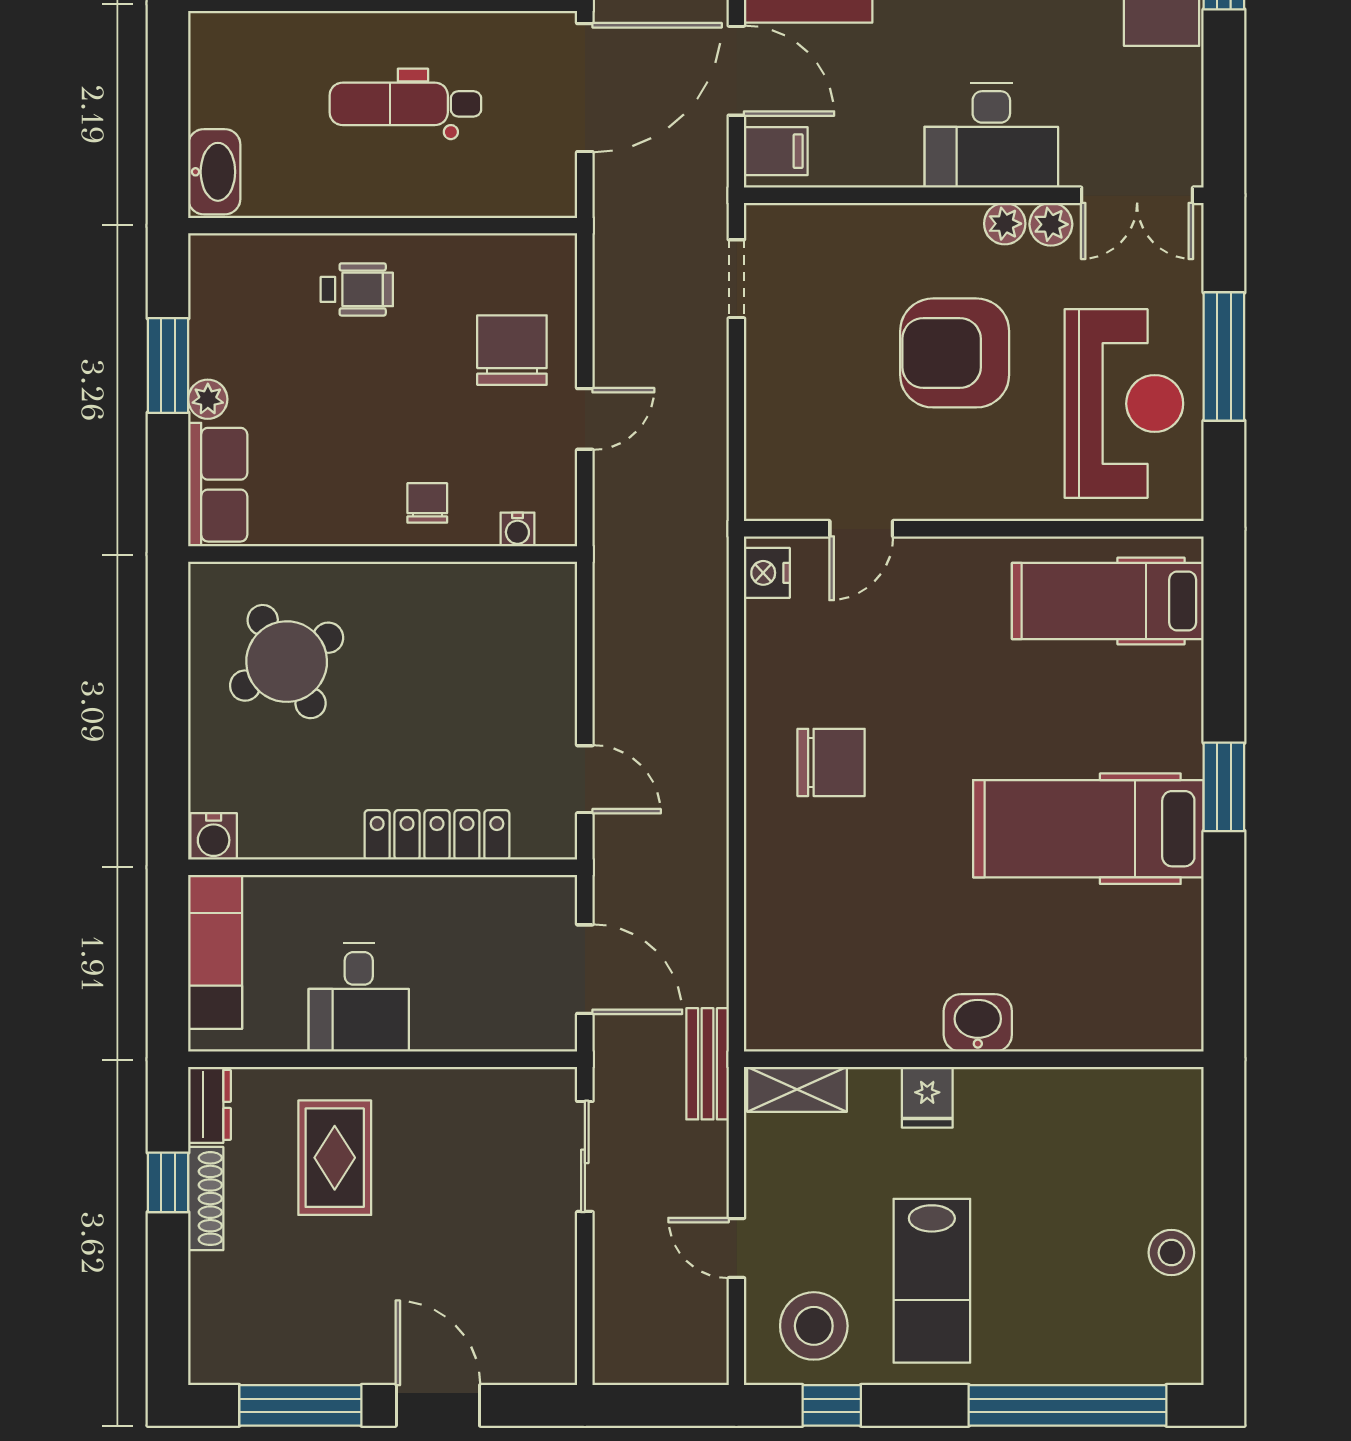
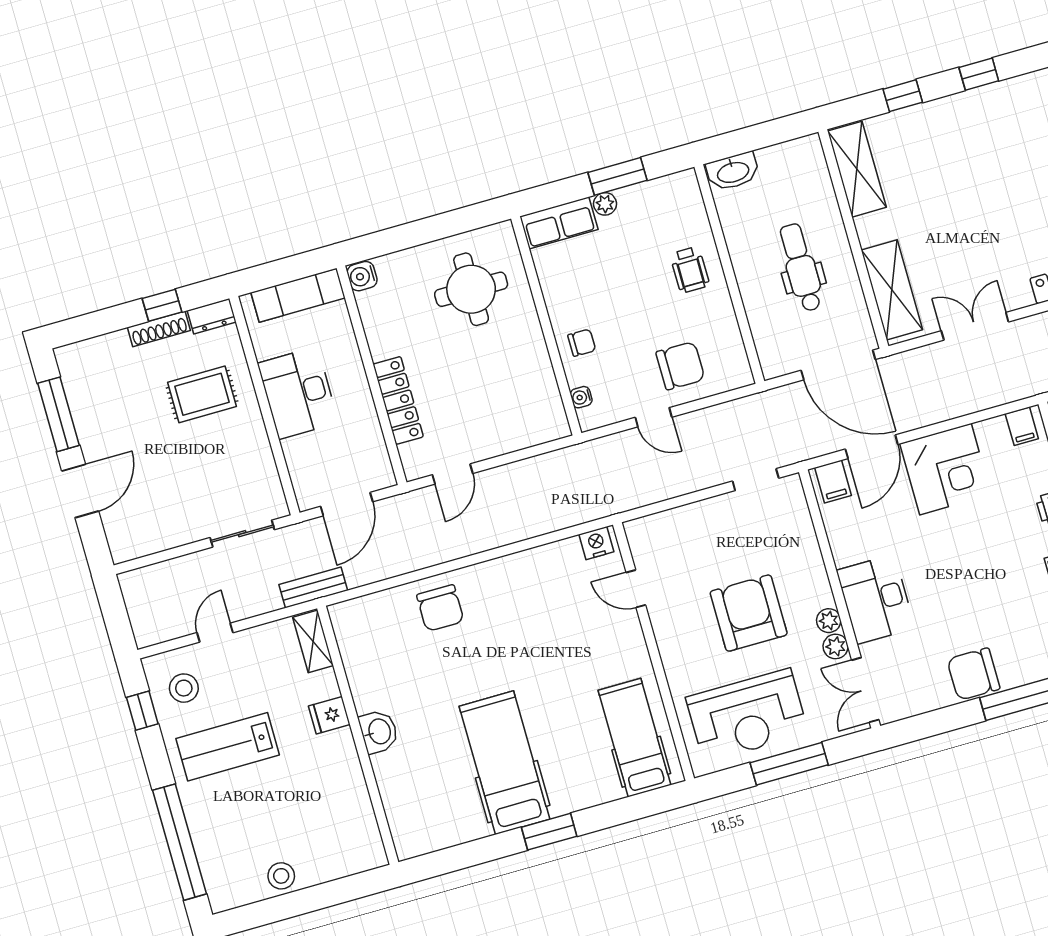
round table: (287, 662) -> (471, 289), turned 30
chair: (831, 762) -> (440, 608), moved
desk: (359, 998) -> (298, 393), width x1.37
stool: (814, 1326) -> (184, 688), width x0.73, depth x0.73

